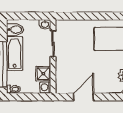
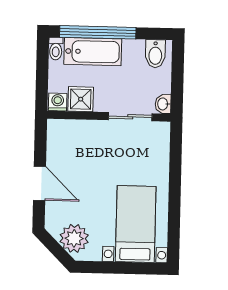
bathtub: (15, 53) -> (93, 52), moved
door: (84, 97) -> (40, 183), moved

